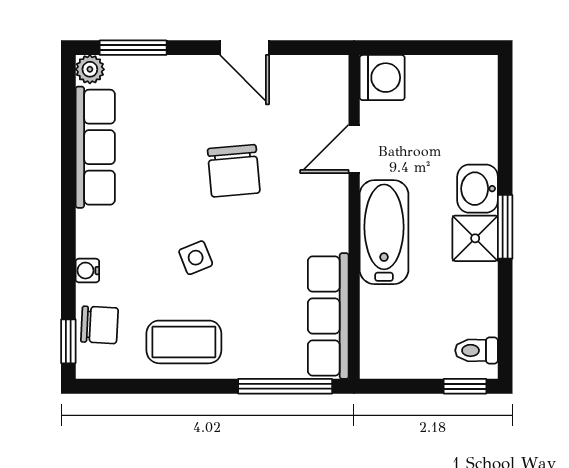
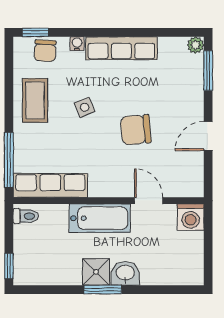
row of seats: (95, 147) -> (121, 48), moved
toilet: (477, 350) -> (26, 216), moved, turned 90

